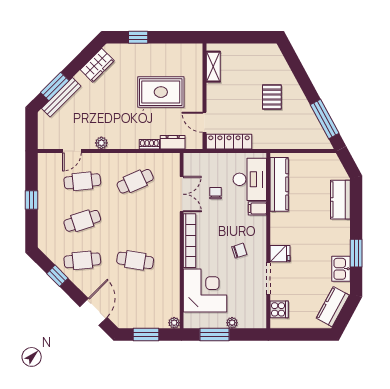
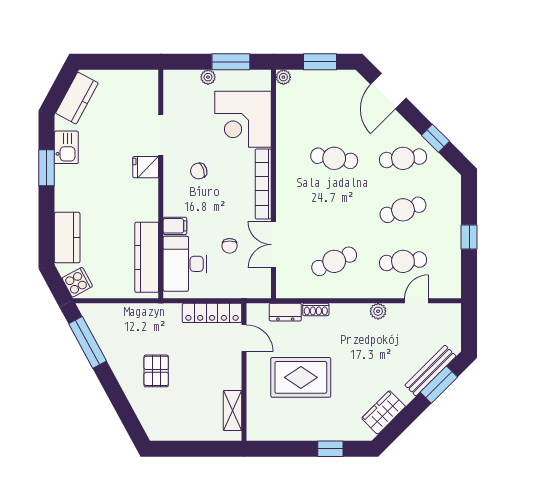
cooker: (279, 309) -> (77, 282), moved, turned 152

